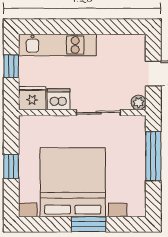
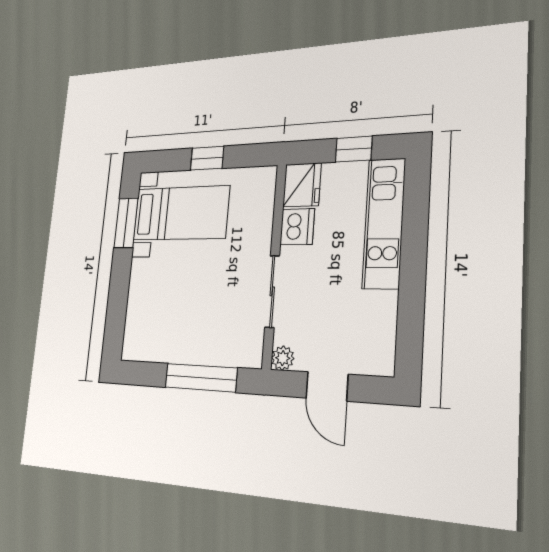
bed with nightstands: (73, 182) -> (181, 213), width x0.54
window: (89, 224) -> (126, 223), moved

